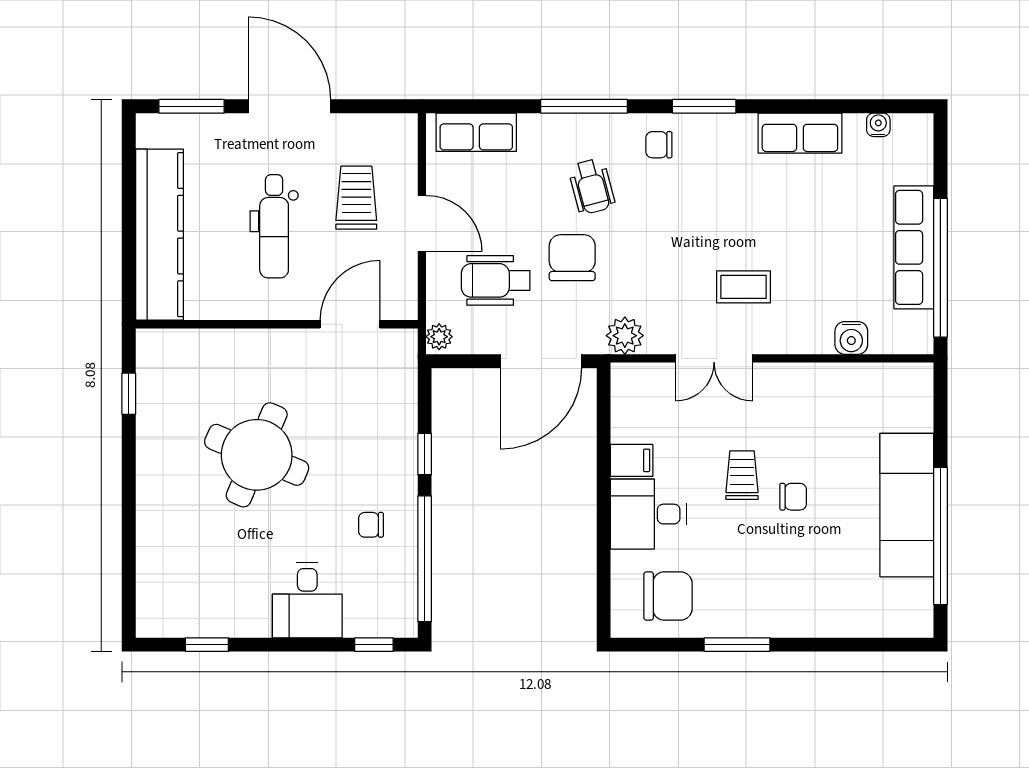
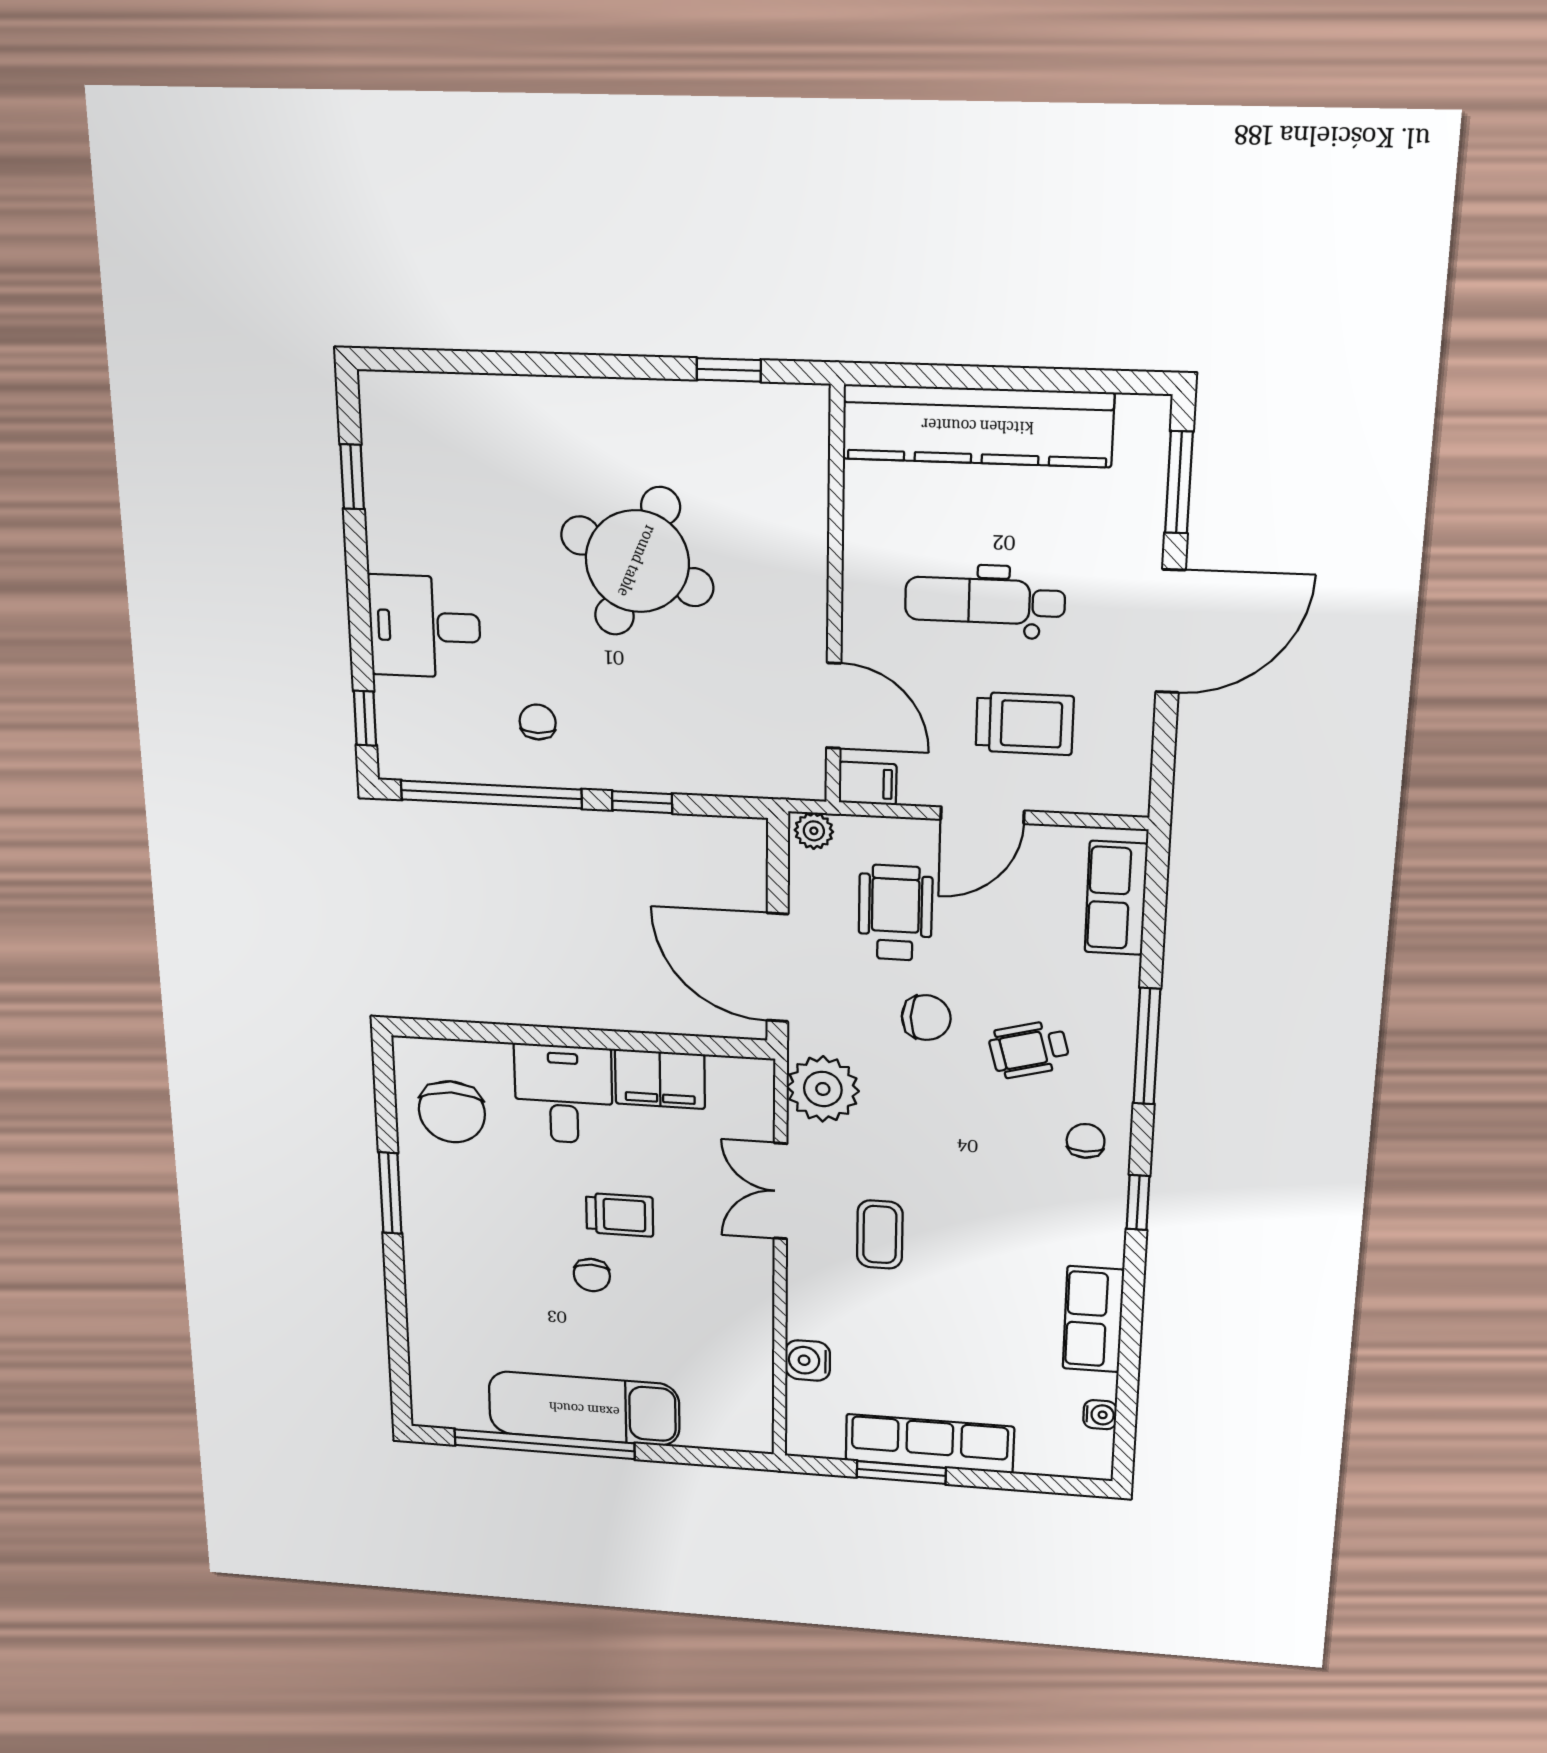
window: (704, 106) -> (1138, 1202), width x0.67
chair: (572, 258) -> (926, 1018), width x0.73, depth x0.73
window: (940, 268) -> (901, 1472), width x0.47
filing cabinet: (403, 301) -> (868, 783), added
plant: (625, 336) -> (823, 1089), width x1.36, depth x1.36
filing cabinet: (632, 460) -> (660, 1079), width x2.00

